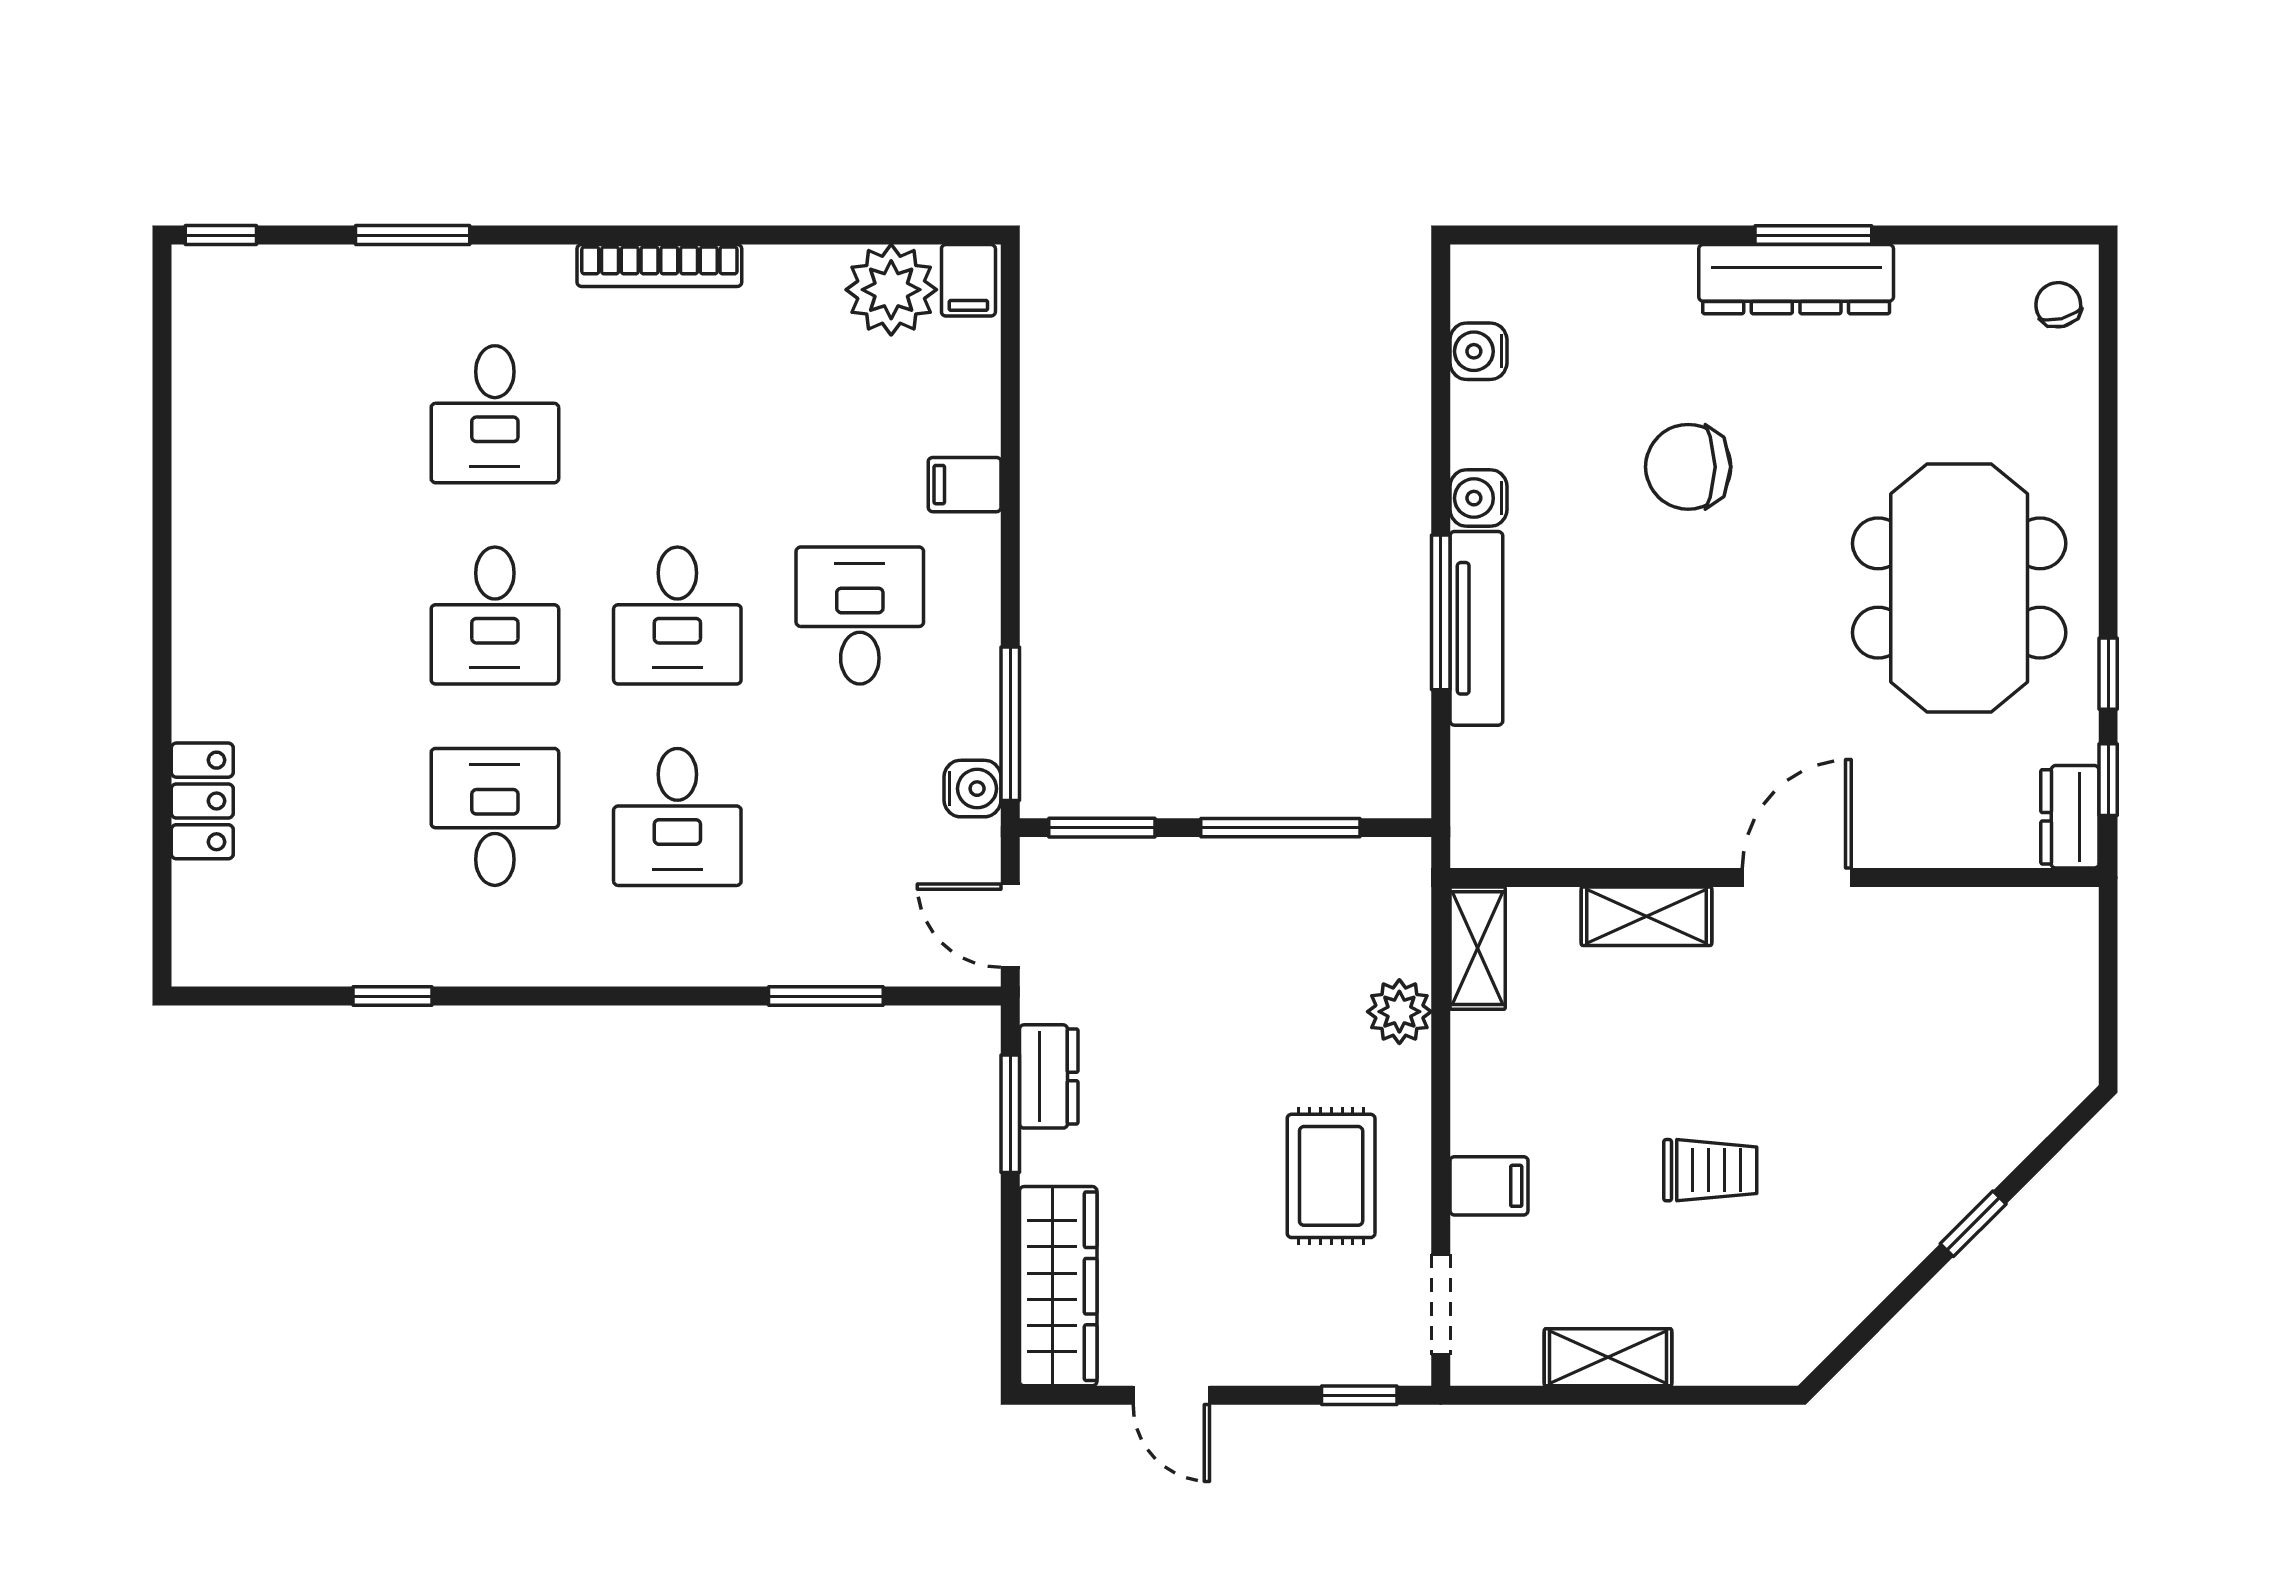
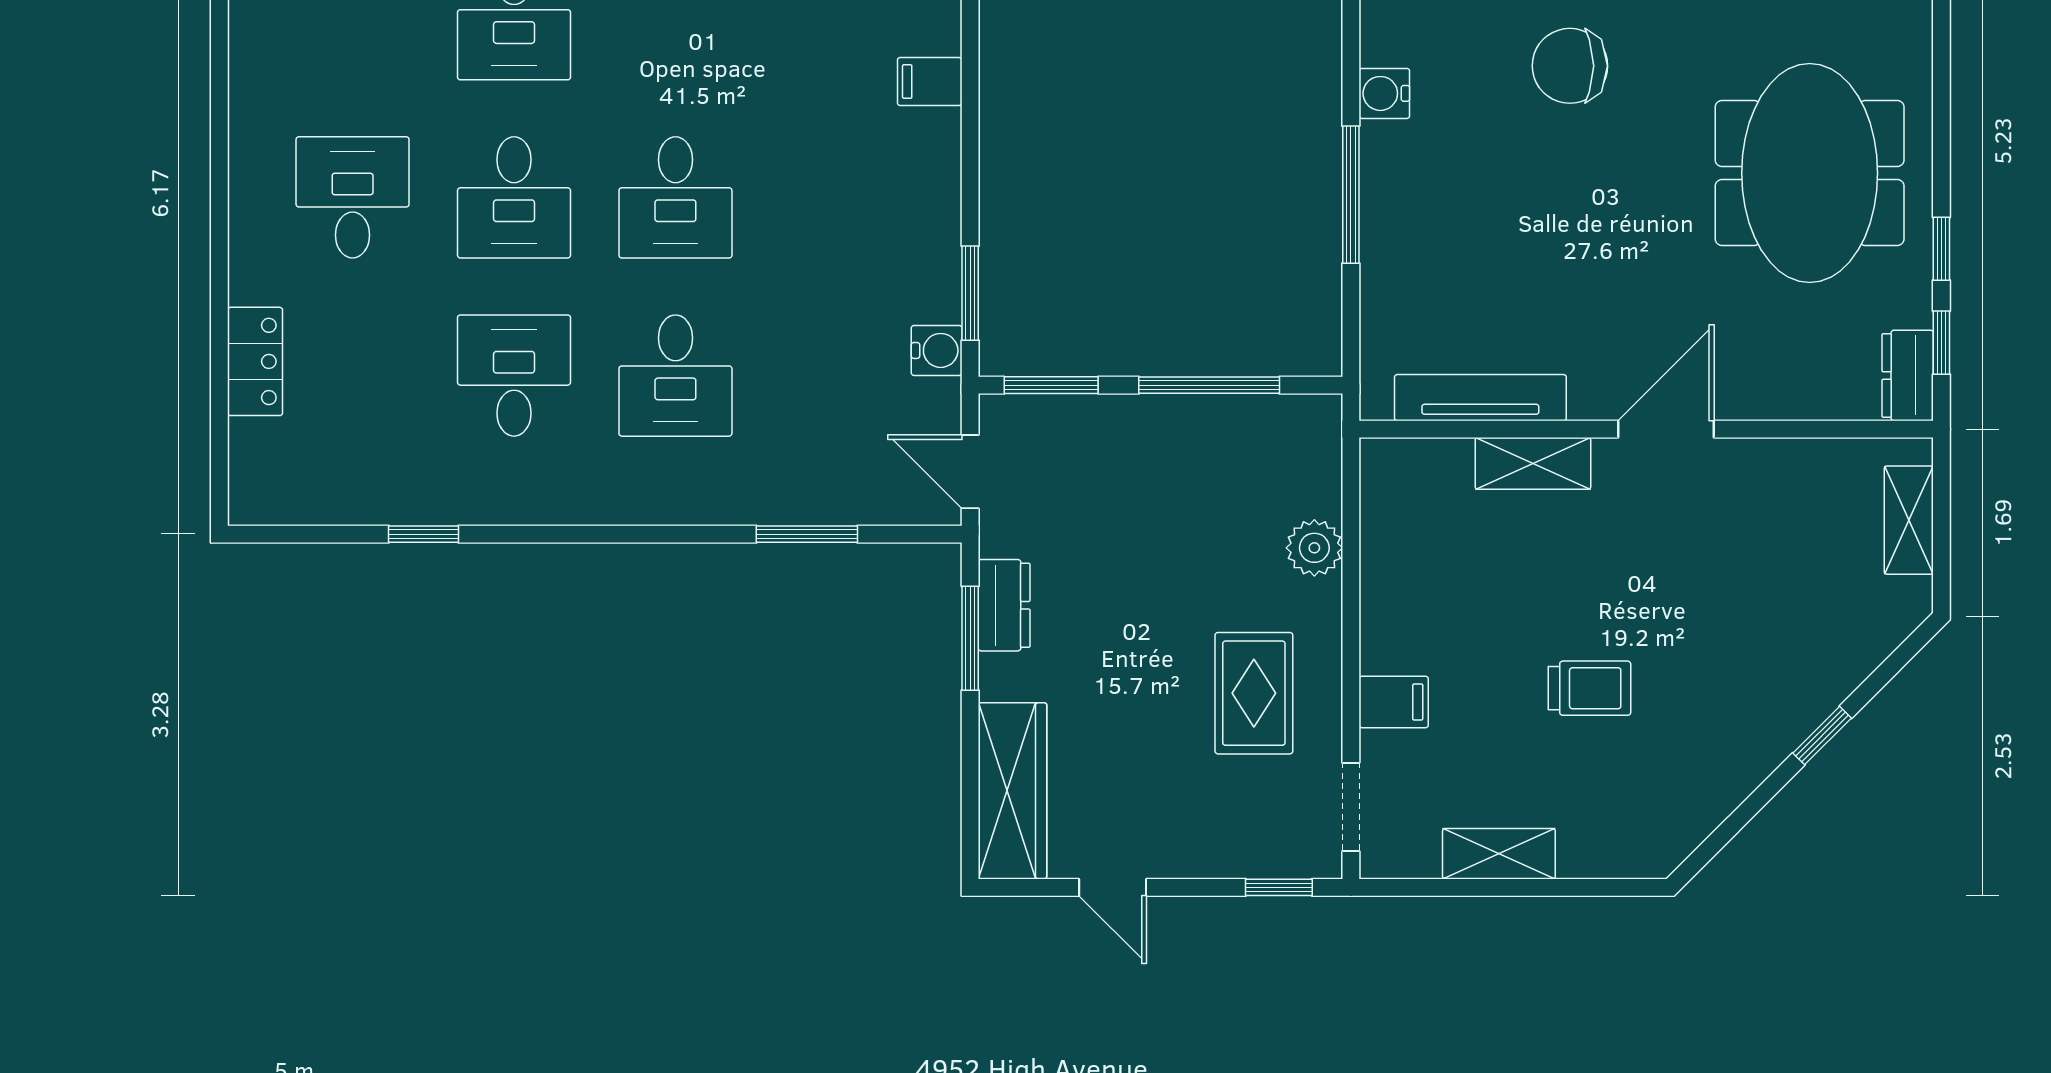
desk: (860, 616) -> (353, 197), moved
tv unit: (1476, 628) -> (1480, 398), moved, turned -90
window: (1010, 724) -> (970, 293), width x0.69
shelving: (1478, 948) -> (1909, 520), moved

